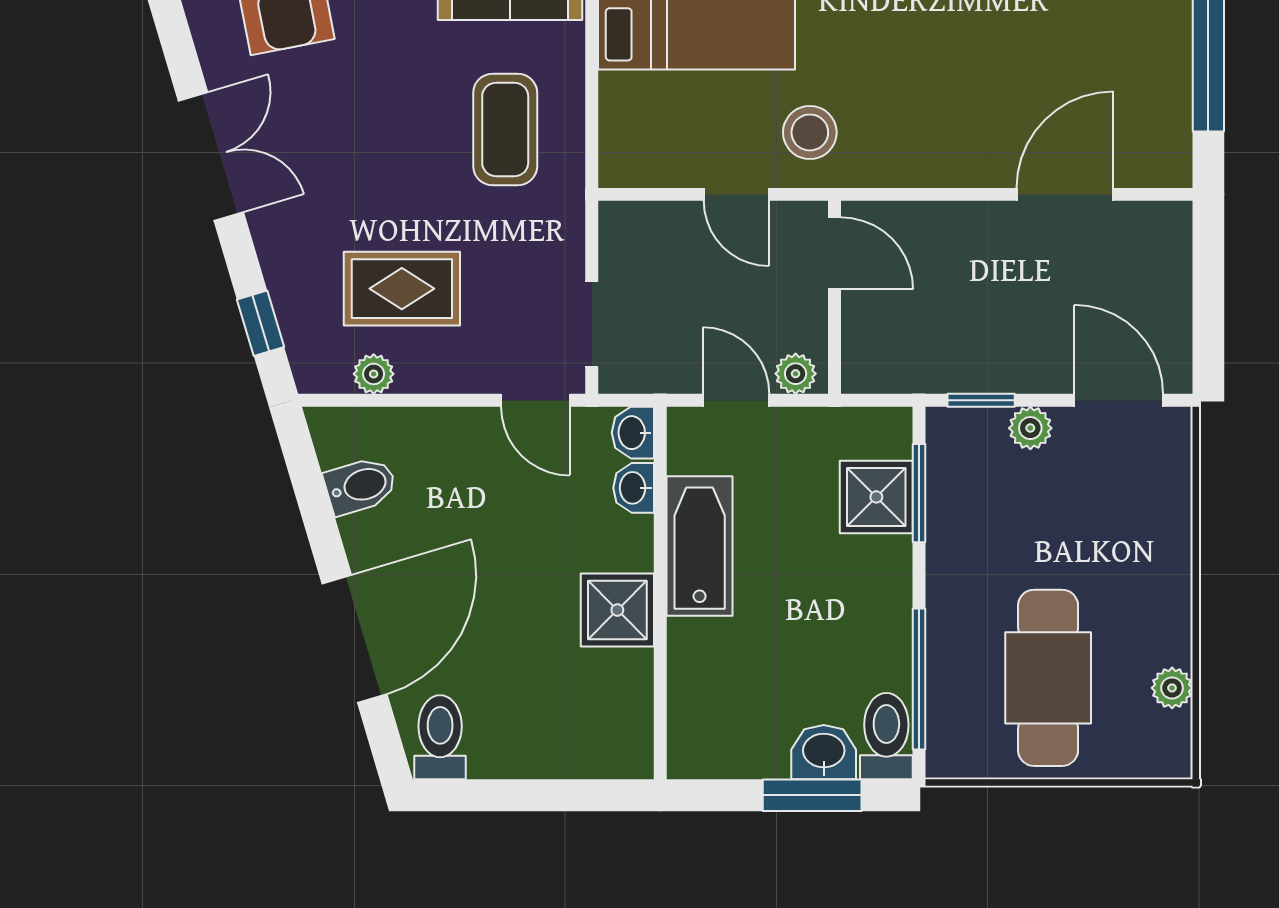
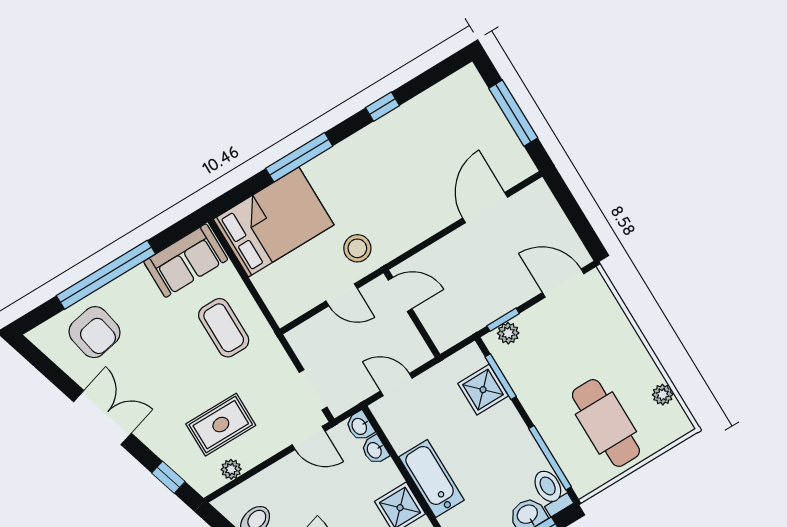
plant: (796, 374) -> (415, 357), removed
plant: (1030, 428) -> (508, 333), moved
bathtub: (700, 546) -> (431, 478), moved

